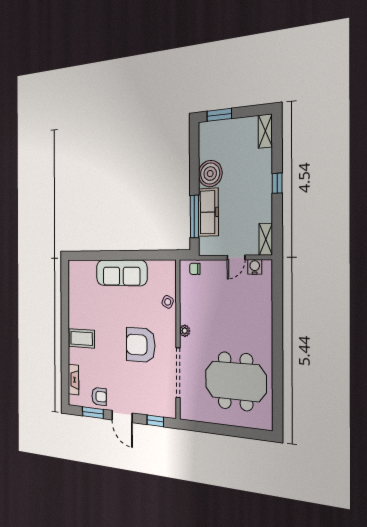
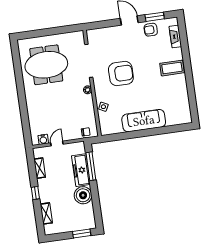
shelving: (265, 131) -> (46, 213), moved
shelving: (266, 239) -> (40, 168), moved
window: (155, 421) -> (102, 24), removed

